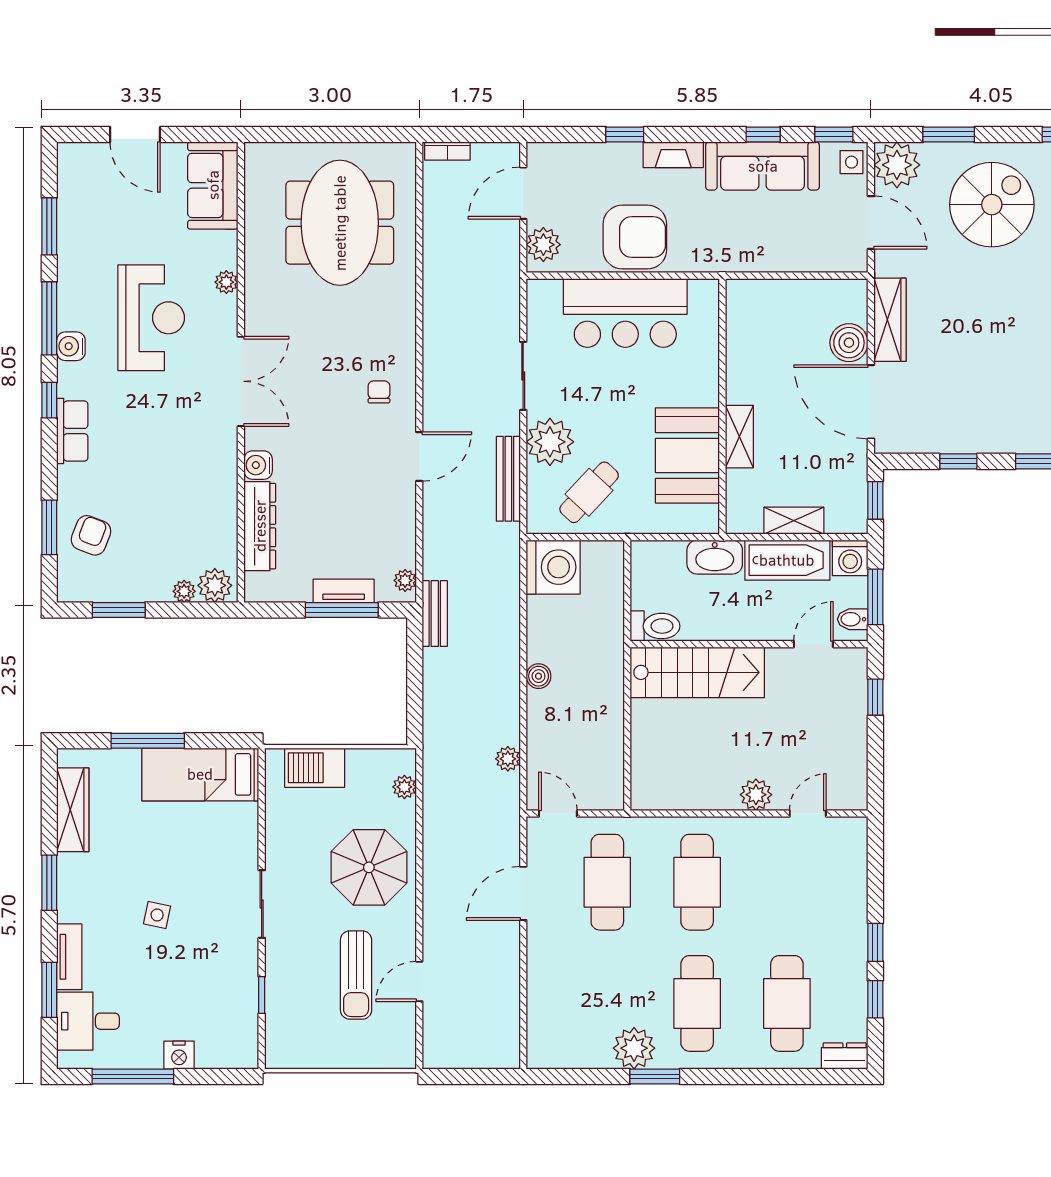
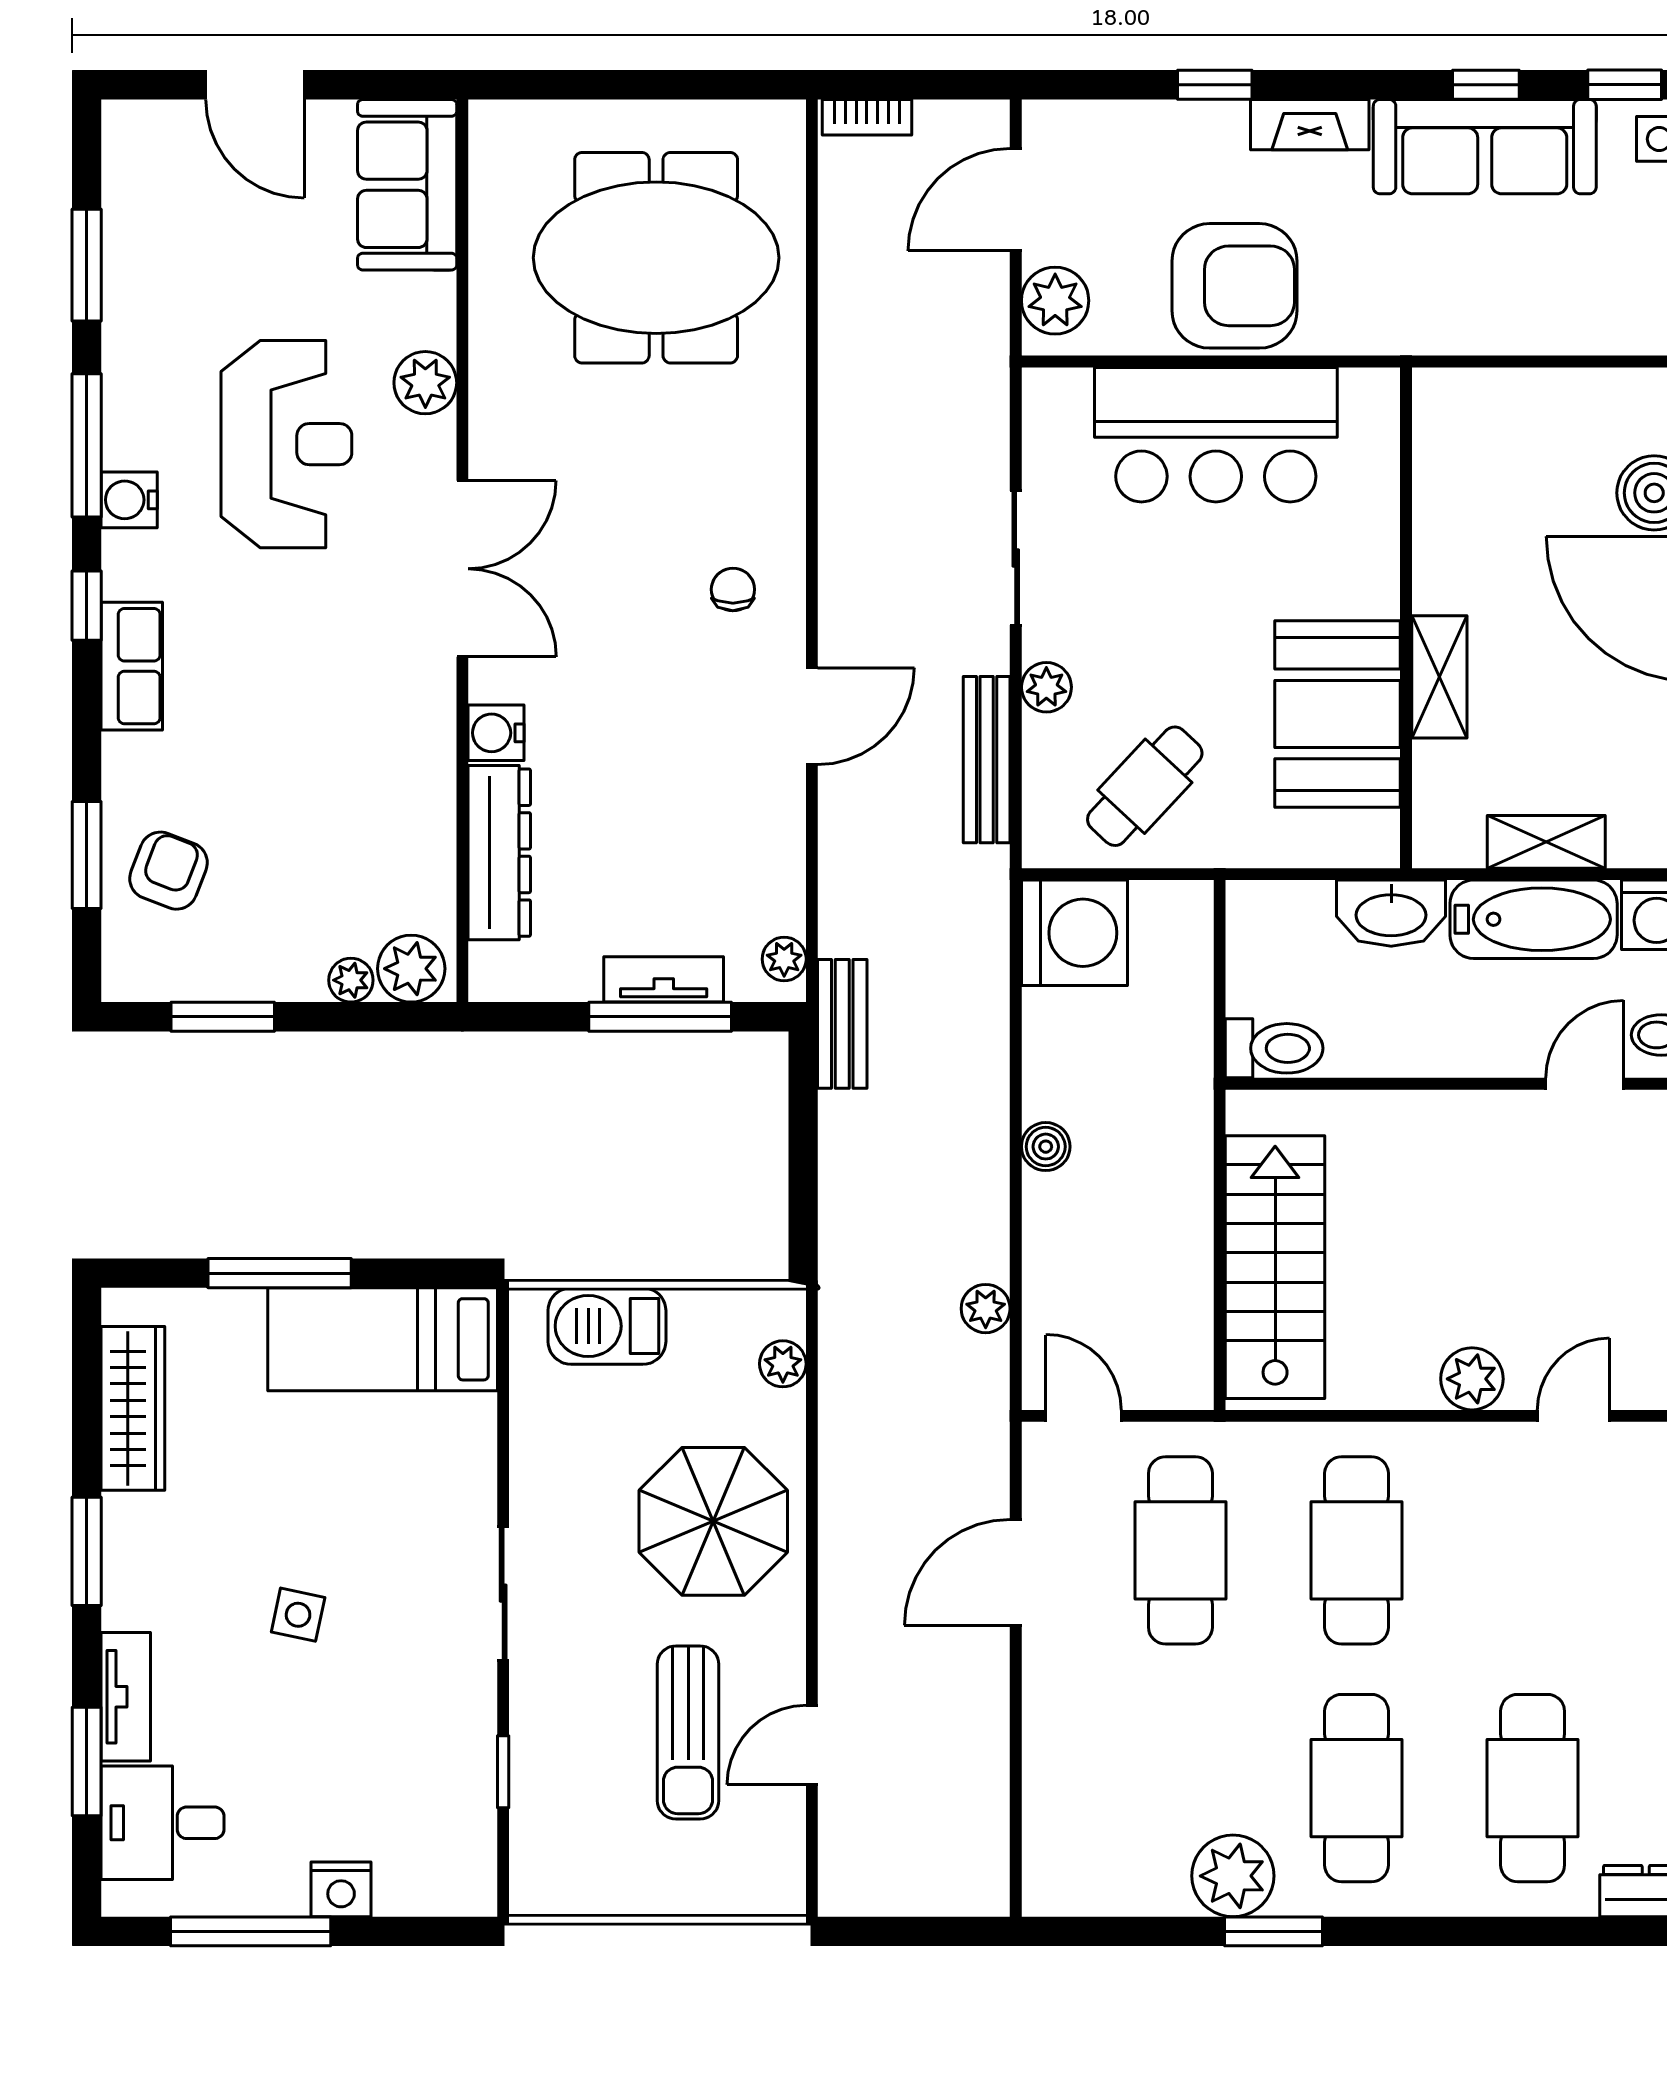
meeting table: (340, 223) -> (656, 258), turned 90
plant: (226, 282) -> (425, 383), width x1.38, depth x1.38
plant: (550, 442) -> (1046, 687), width x0.53, depth x0.53
stairs: (697, 672) -> (1275, 1267), moved, turned -90

